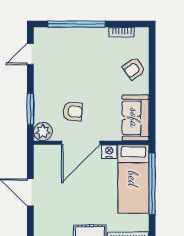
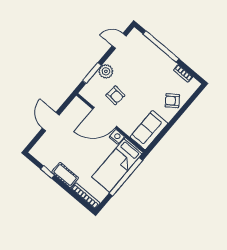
plant: (43, 132) -> (106, 71), moved

